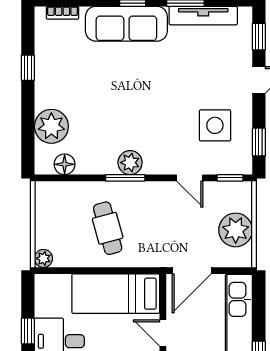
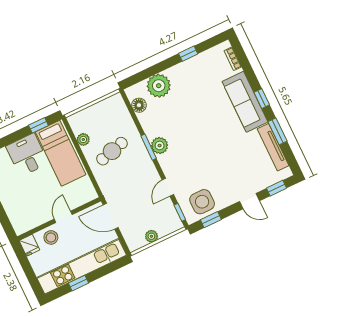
side table: (215, 125) -> (202, 202), moved
plant: (236, 230) -> (151, 236), width x0.53, depth x0.53
plant: (43, 258) -> (83, 139), moved
bed: (116, 294) -> (61, 153), moved, turned 180
window: (28, 331) -> (38, 125), moved

